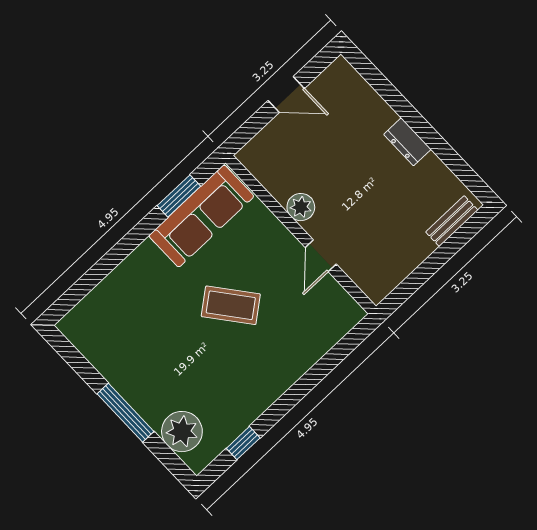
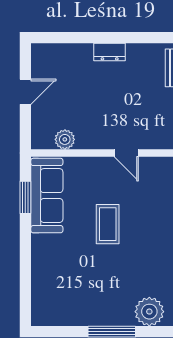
plant: (301, 207) -> (65, 139), moved
coffee table: (231, 305) -> (108, 224), turned -52

